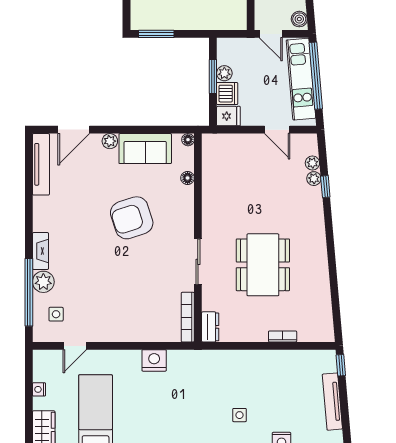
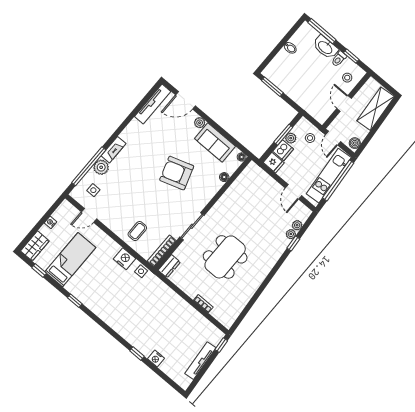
stool: (245, 55) -> (310, 138), added
coffee table: (142, 318) -> (137, 231), added
side table: (239, 415) -> (141, 271), moved

